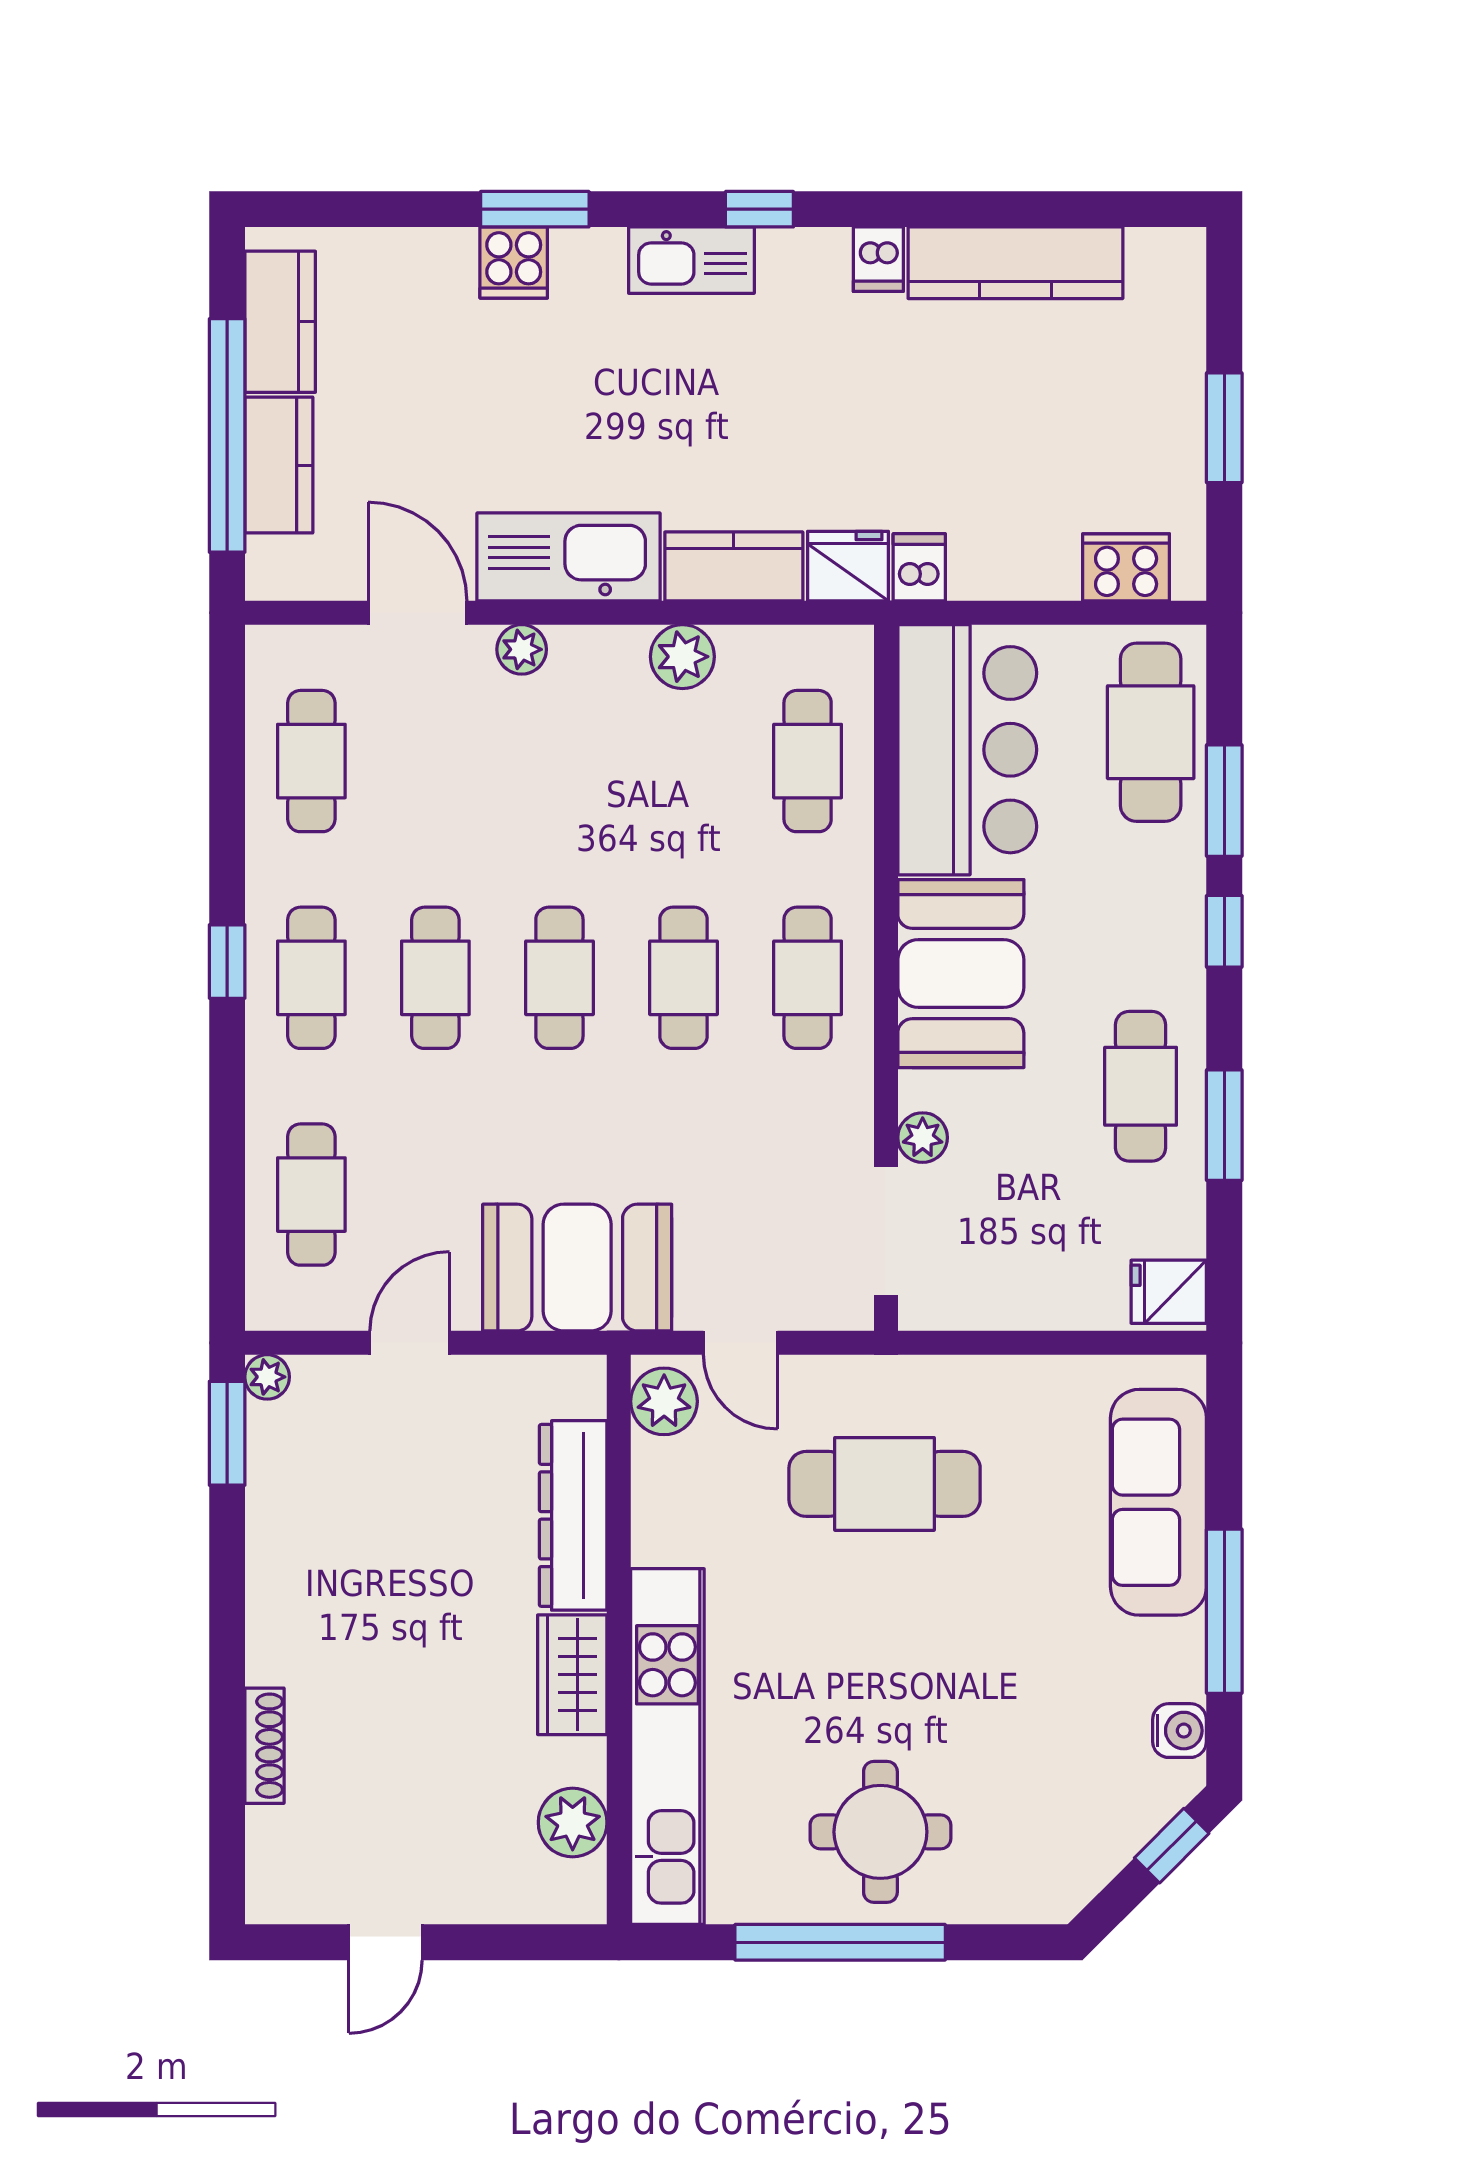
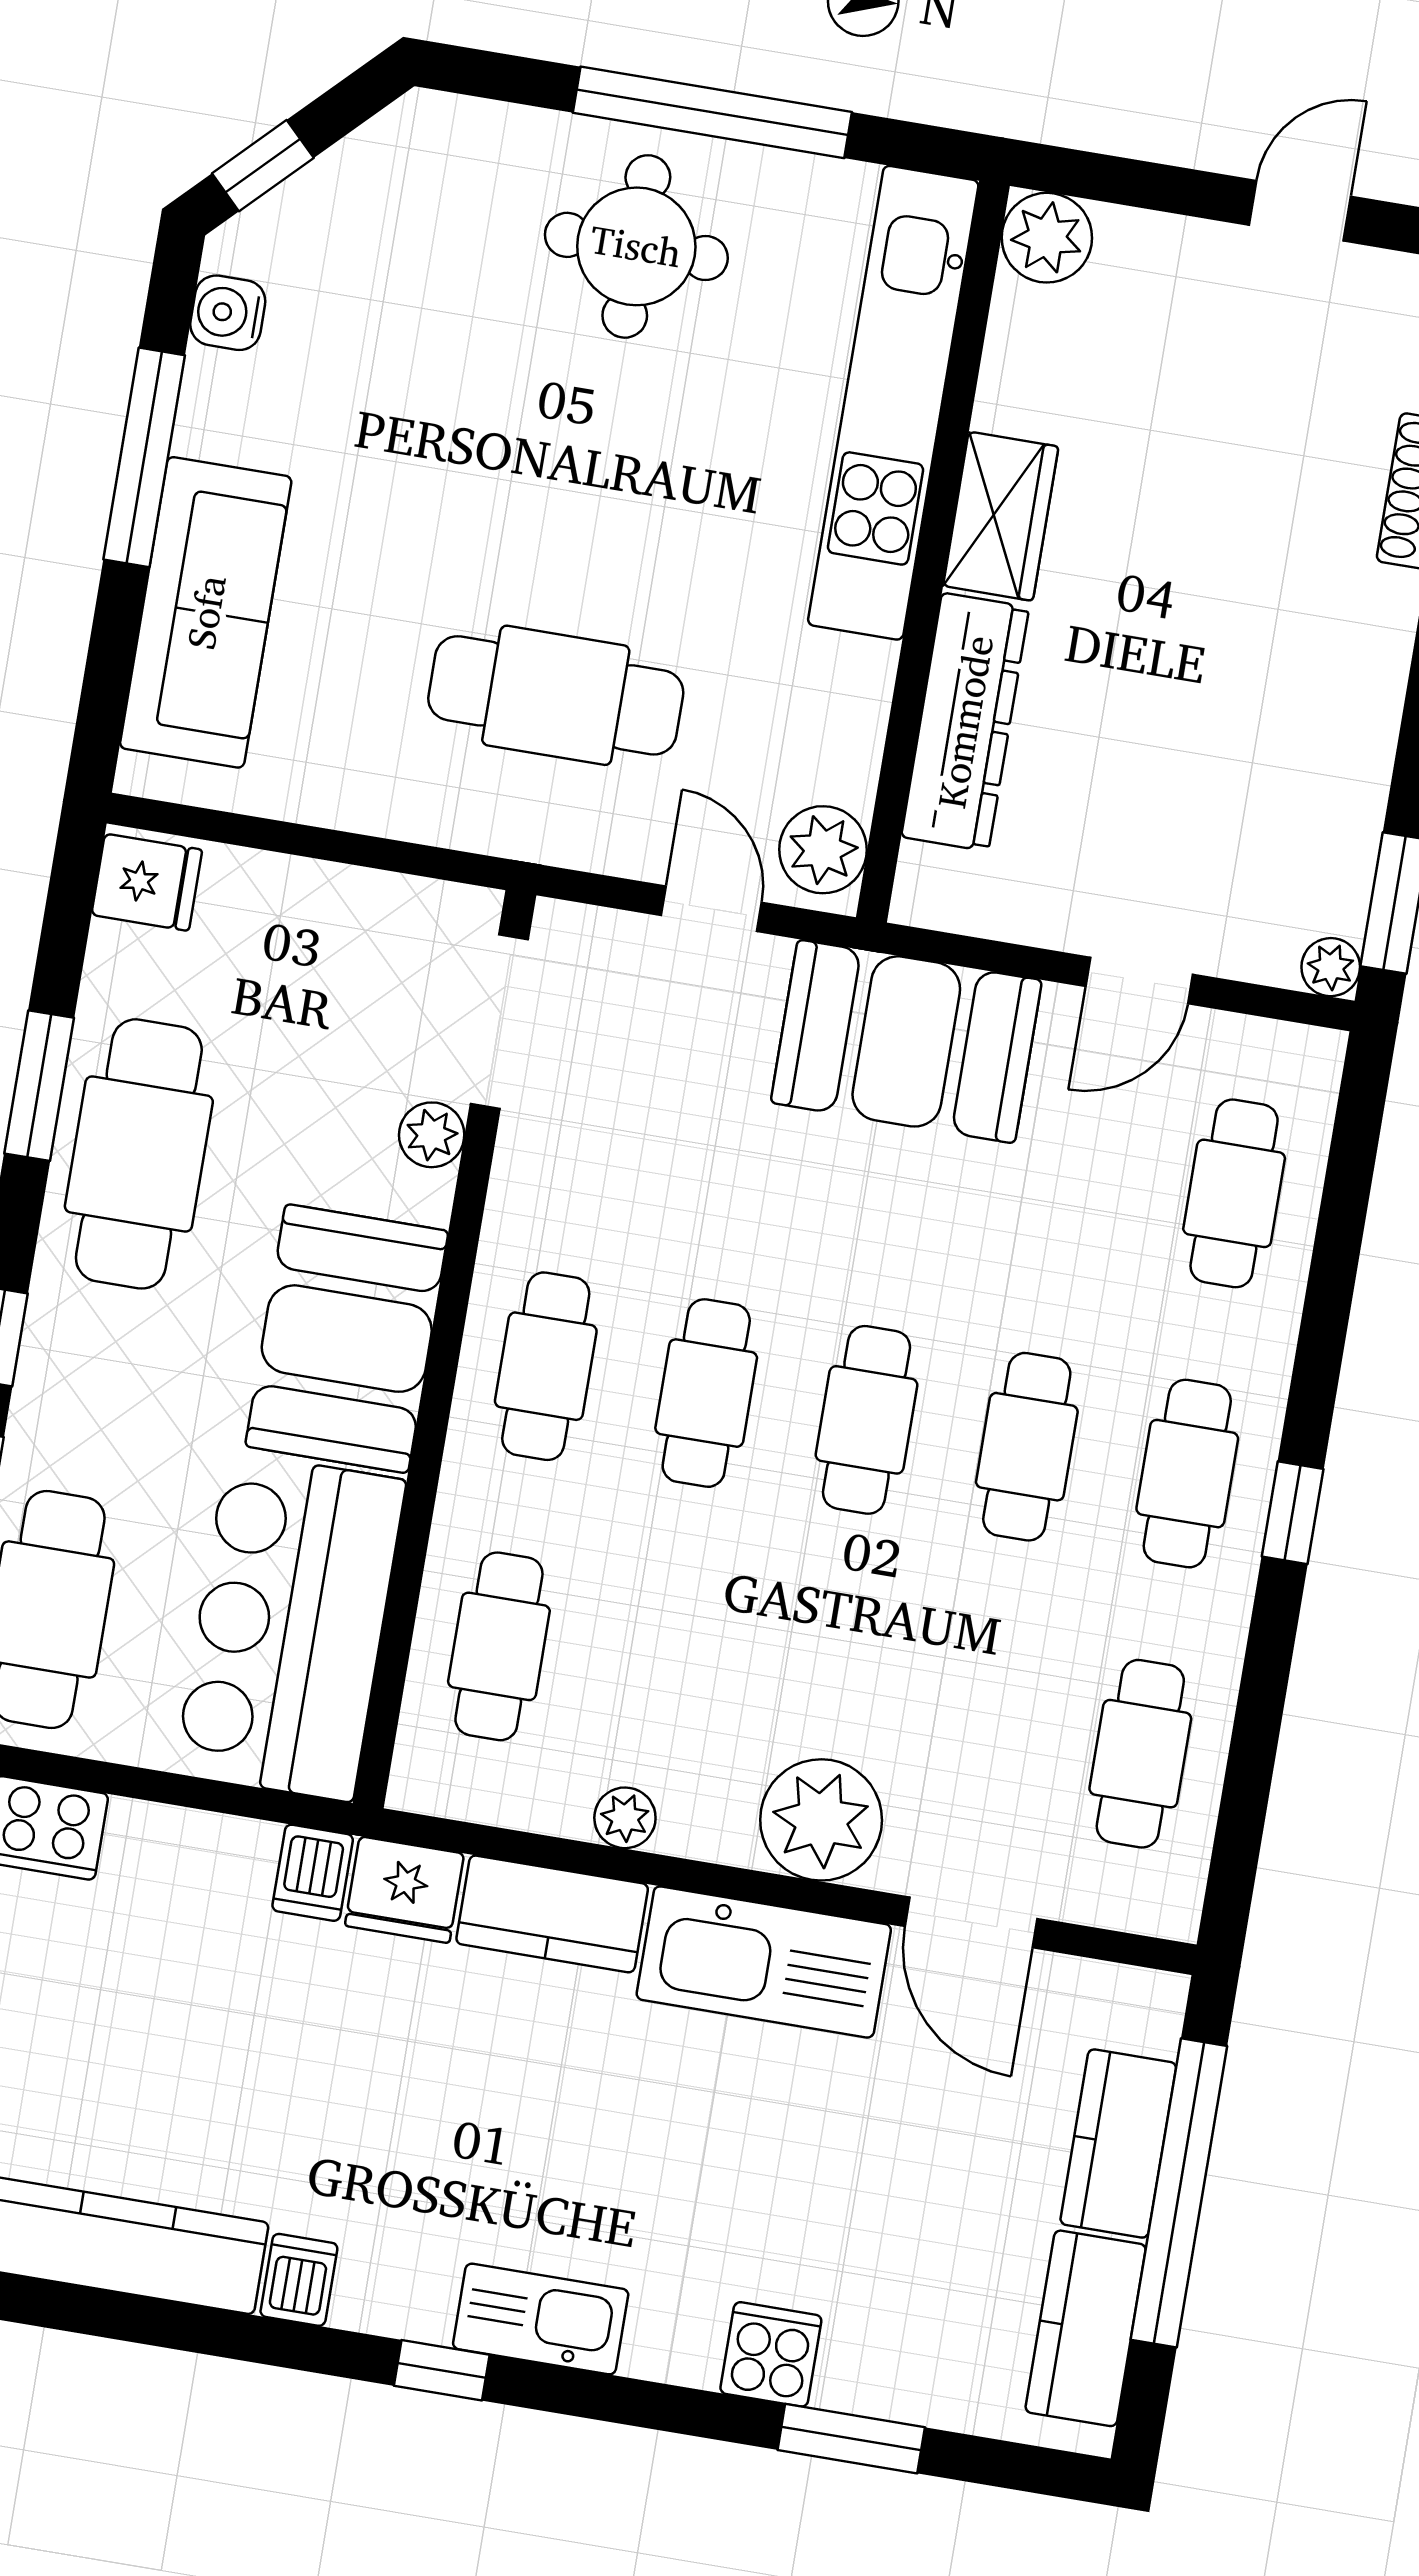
window: (535, 209) -> (851, 2439), moved
plant: (522, 649) -> (821, 1820), width x1.87, depth x1.87
plant: (682, 657) -> (625, 1818), width x0.73, depth x0.73
cafe table: (1141, 1086) -> (139, 1154), width x1.37, depth x1.35
plant: (573, 1822) -> (1047, 238), moved

